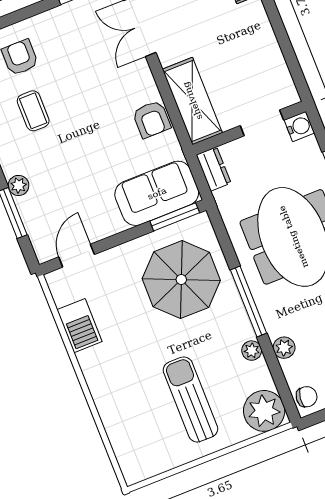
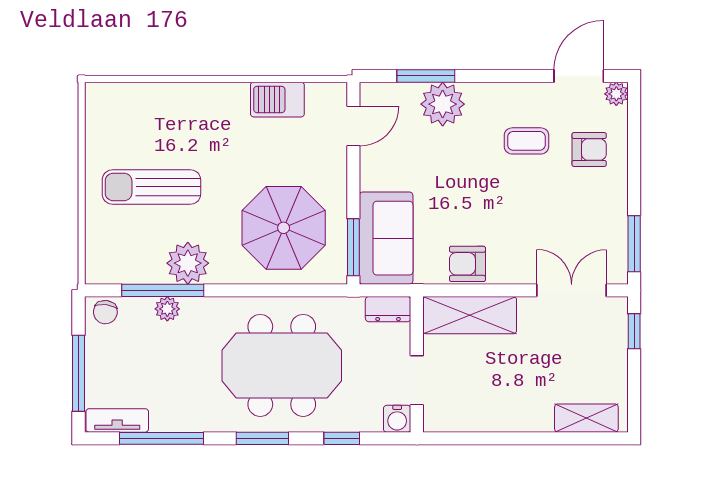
plant: (19, 185) -> (443, 104), width x1.87, depth x1.87
door: (77, 256) -> (353, 126), hinge flipped
window: (248, 301) -> (163, 290), moved
plant: (252, 351) -> (188, 263), width x1.87, depth x1.87
sun lounger: (191, 399) -> (151, 187), turned 180
plant: (264, 411) -> (108, 261), removed

